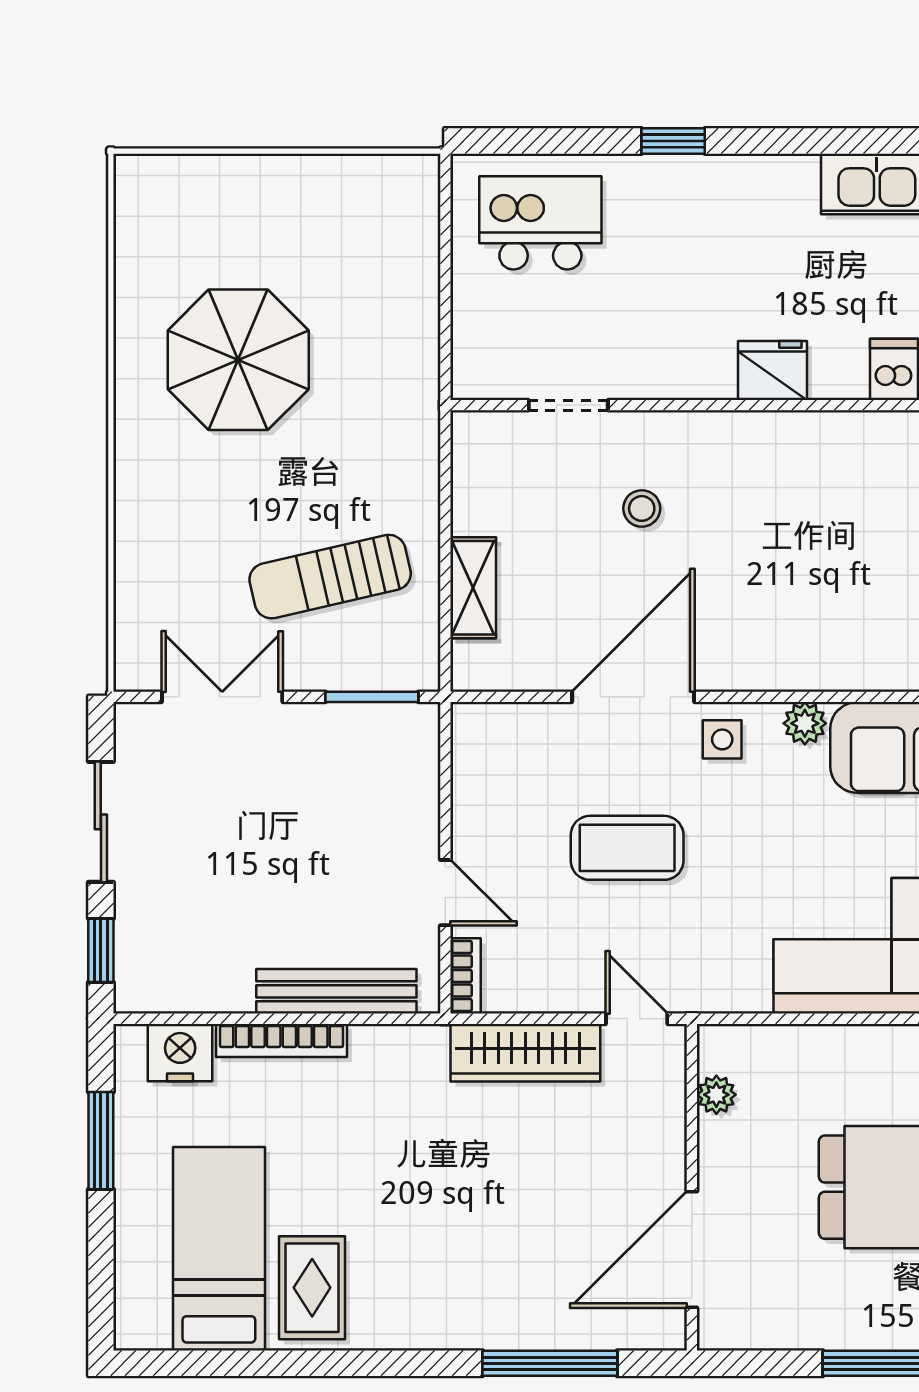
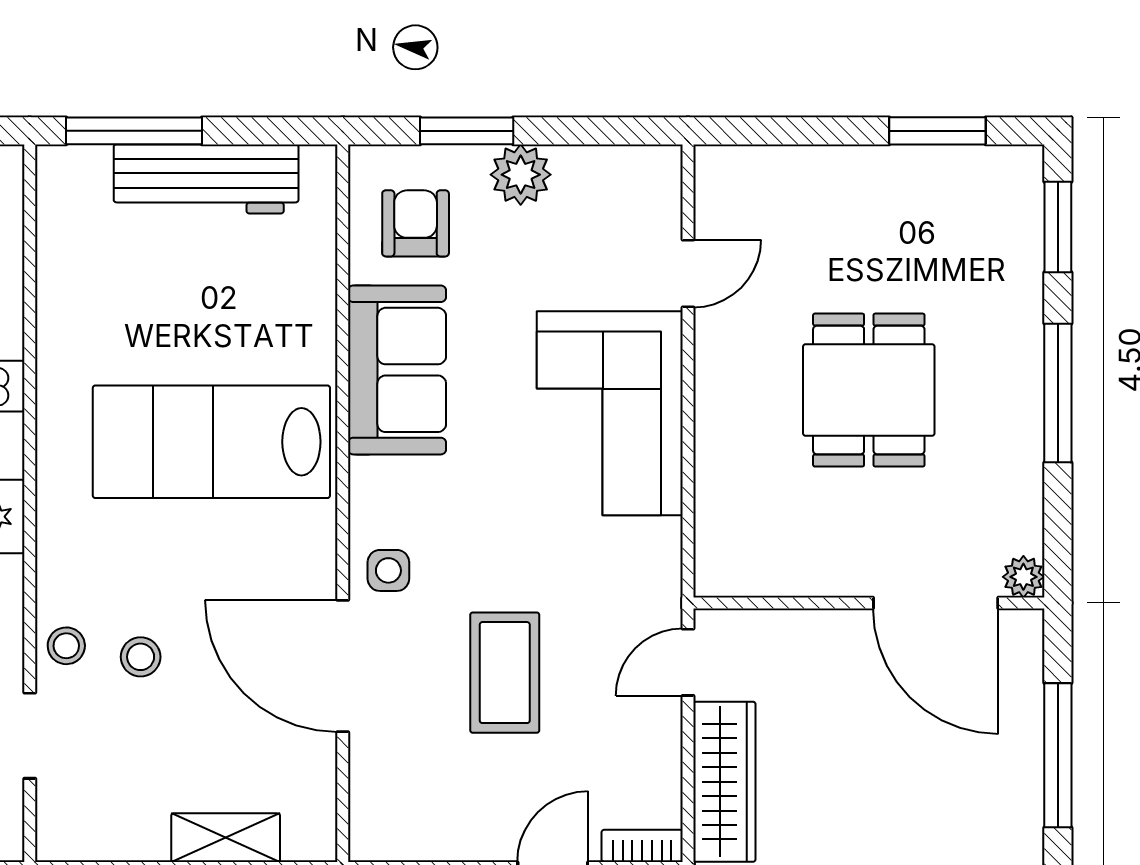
stool: (652, 439) -> (66, 646), added
lab bench: (842, 574) -> (211, 442), added
plant: (805, 723) -> (371, 482), removed
plant: (716, 1095) -> (1023, 577), moved

